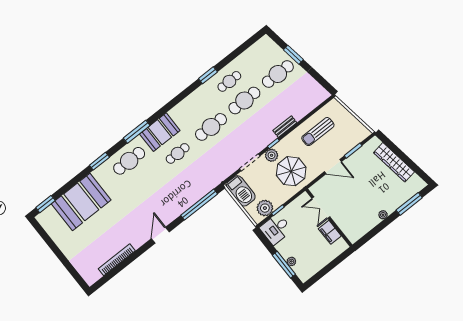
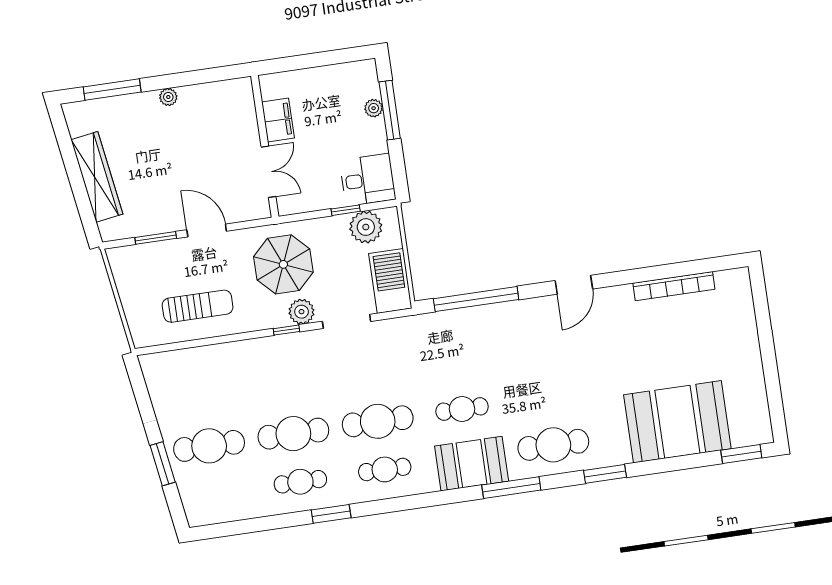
cafe table: (196, 108) -> (385, 469), added
bench: (285, 127) -> (250, 348), removed

